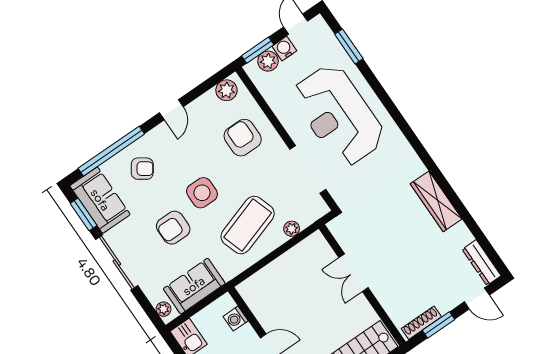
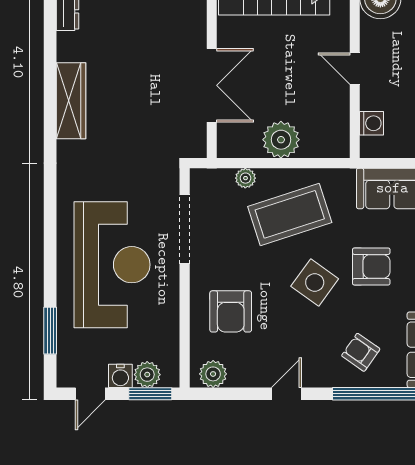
side table: (202, 193) -> (315, 282), turned 36
plant: (286, 269) -> (281, 140), added
double door: (354, 273) -> (212, 85), width x1.37

